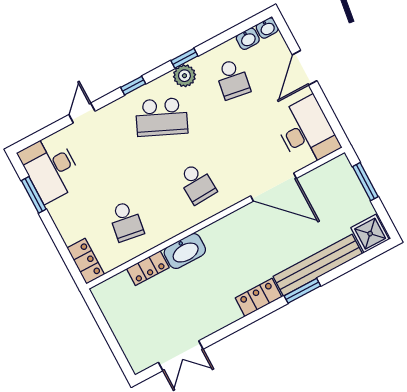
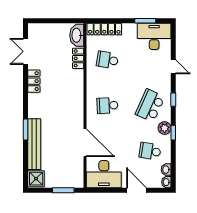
door: (273, 187) -> (85, 143), swing flipped
washbasin: (185, 251) -> (77, 35), moved
locker: (86, 261) -> (104, 29), width x1.53
locker: (259, 297) -> (34, 81), moved

